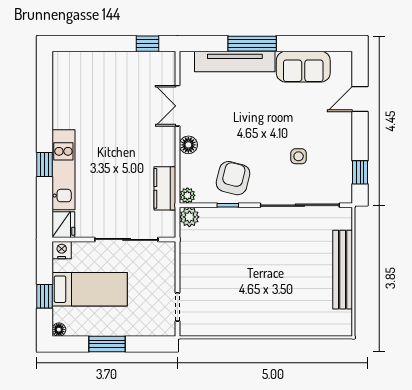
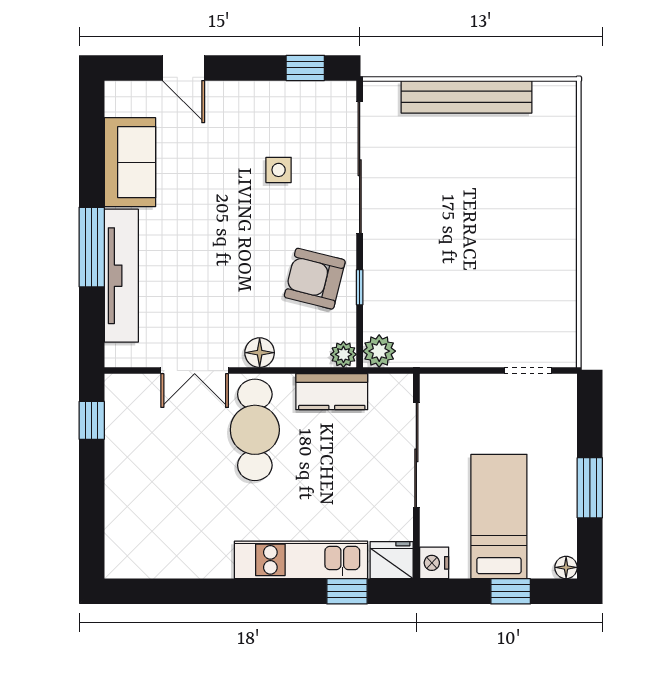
cafe table: (142, 142) -> (255, 430), added
window: (45, 164) -> (347, 591), moved

